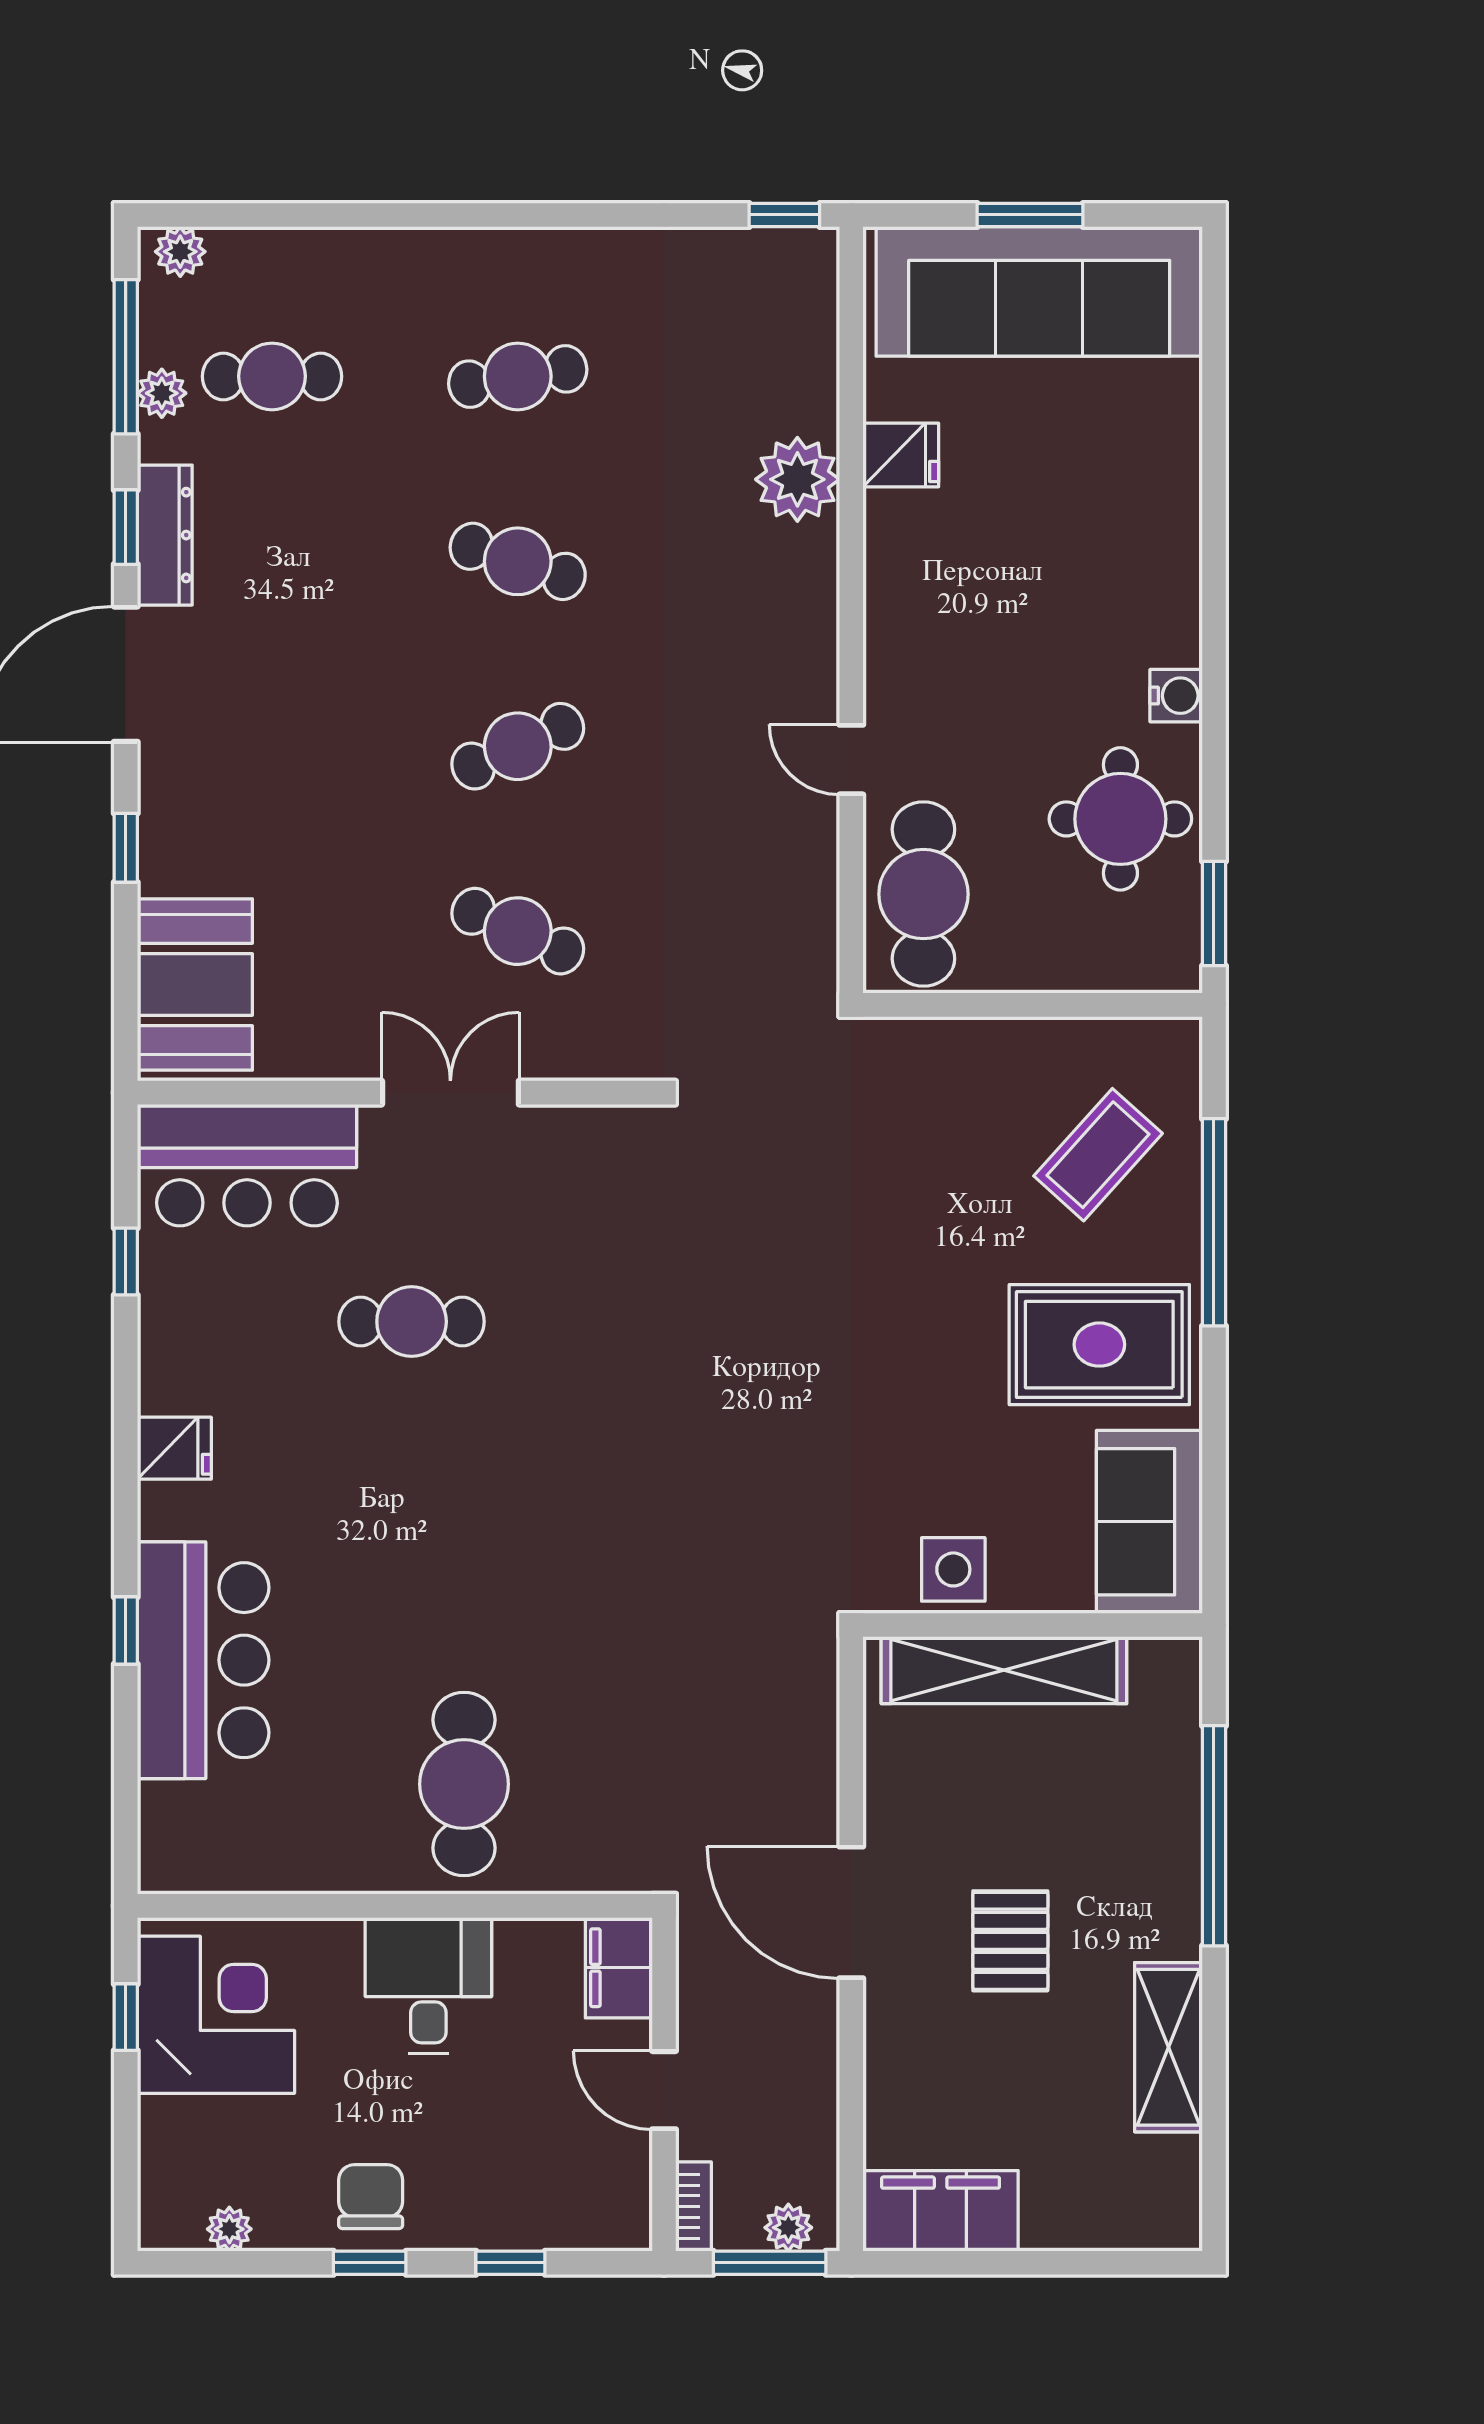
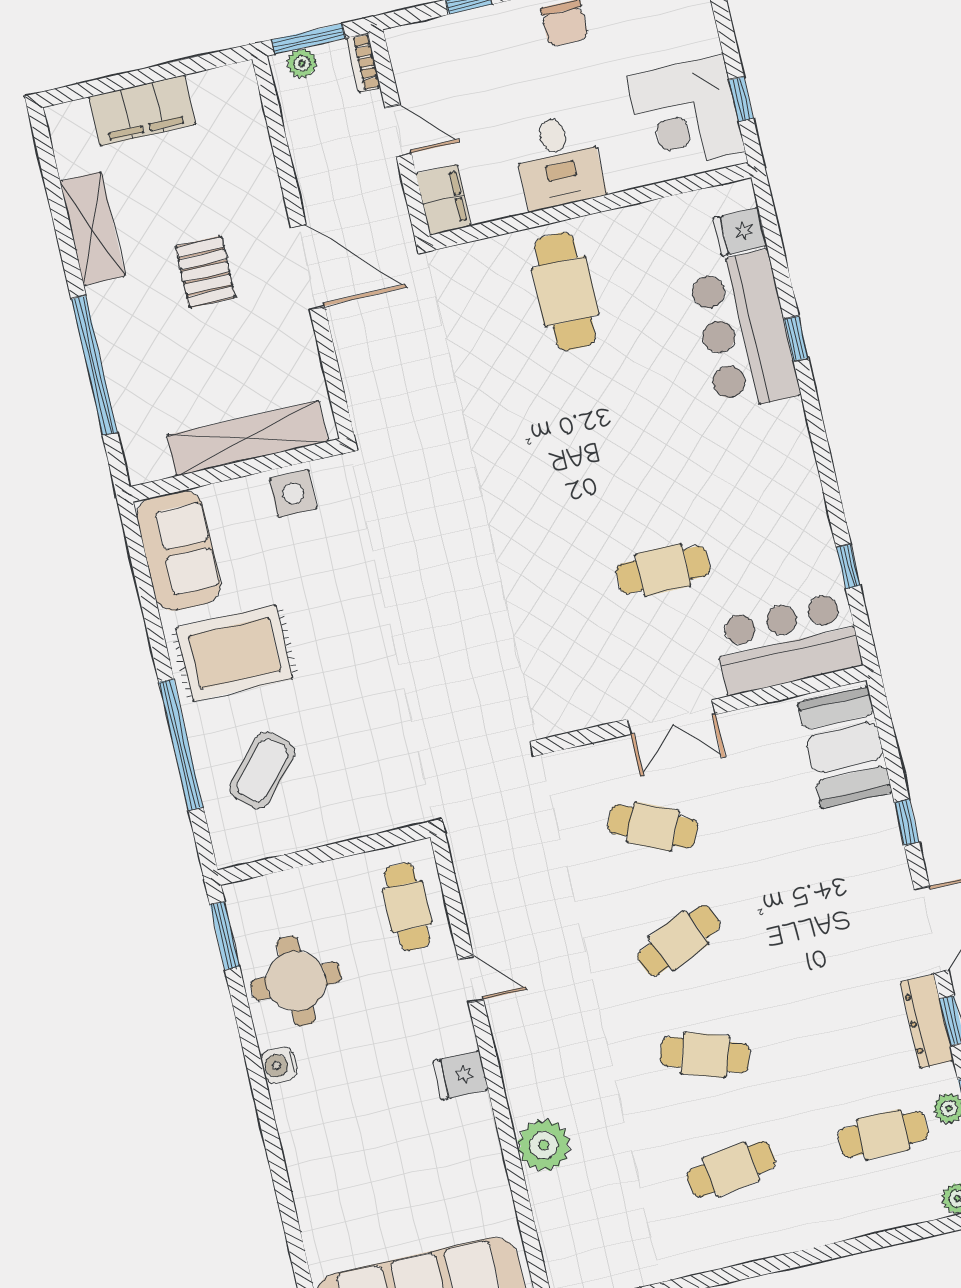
fridge: (901, 455) -> (460, 1075), moved
cafe table: (923, 894) -> (407, 907), width x0.73, depth x0.74
fridge: (174, 1448) -> (740, 232), moved
filing cabinet: (941, 2211) -> (142, 111), moved

